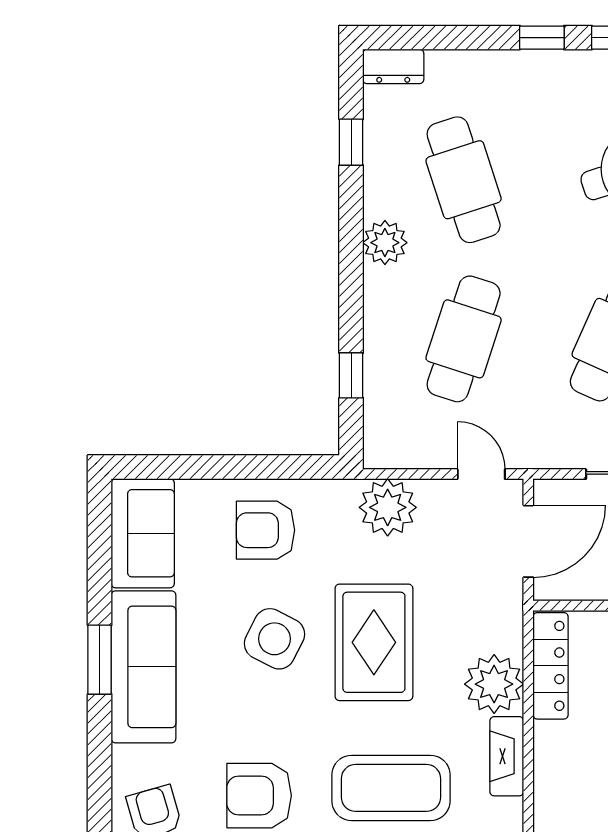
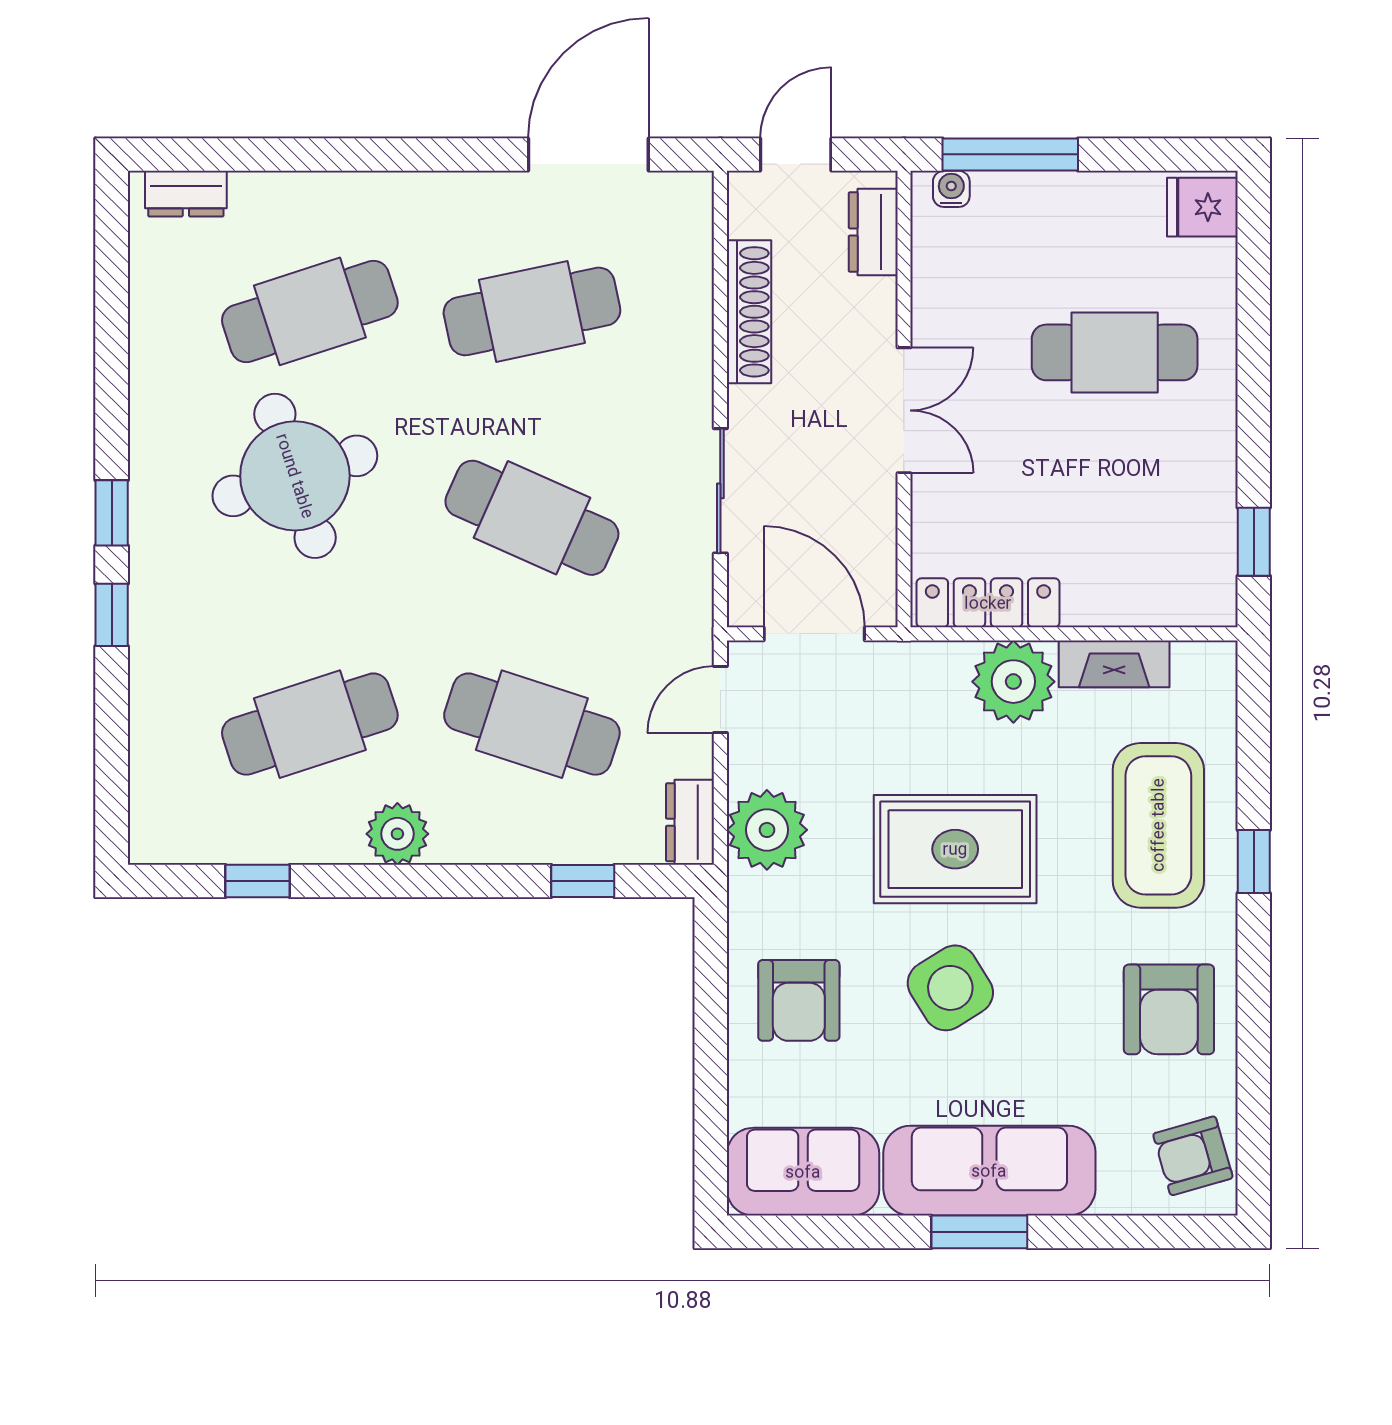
dresser: (393, 66) -> (690, 822), moved, turned 180
side table: (274, 639) -> (950, 988), turned 31

